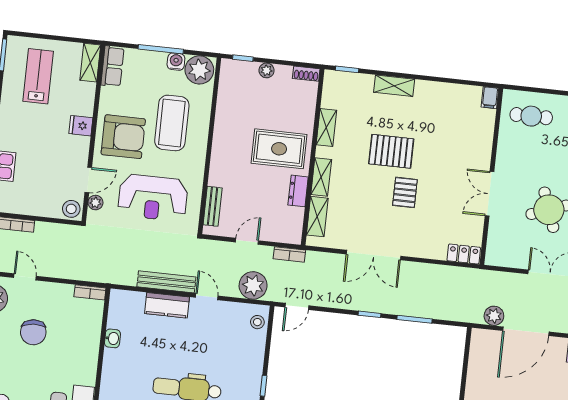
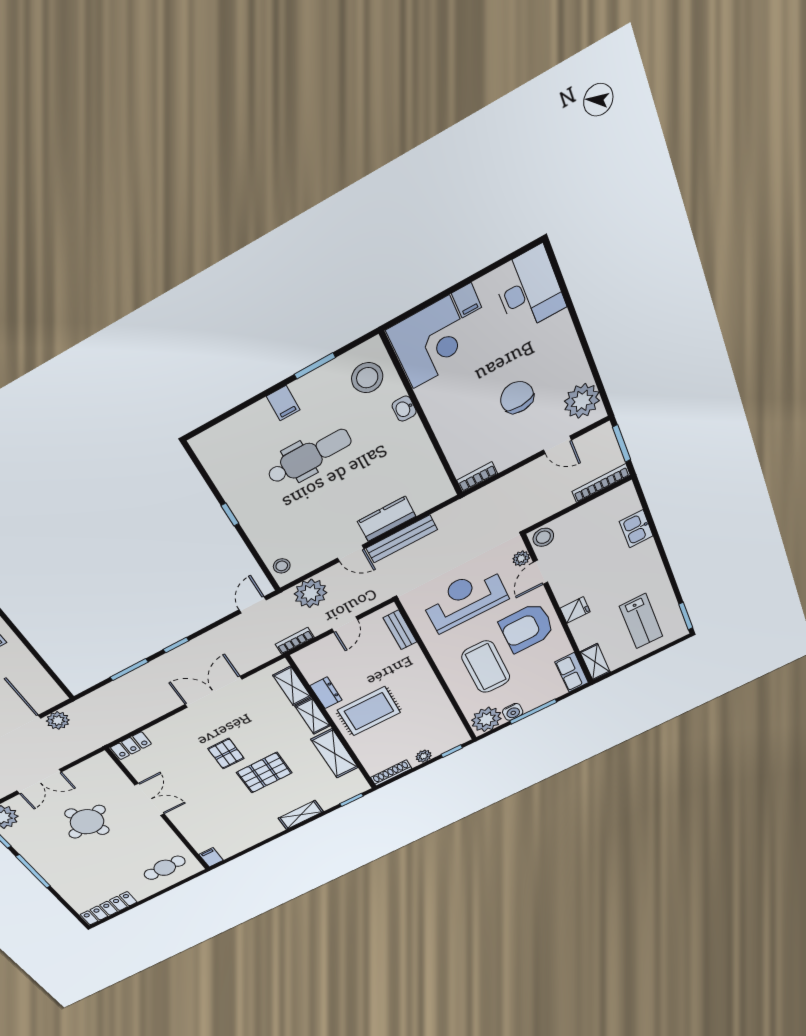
shoe rack: (306, 74) -> (391, 773), width x1.43
shelving: (326, 128) -> (335, 753), width x1.50, depth x1.33
washbasin: (112, 338) -> (404, 409), moved

